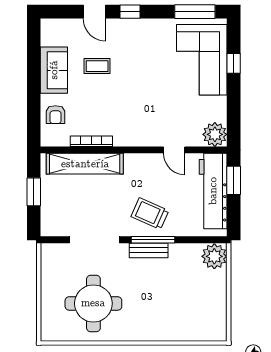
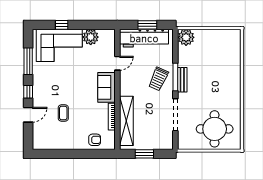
window: (195, 12) -> (28, 61), moved
sofa: (54, 70) -> (107, 87), moved, turned -90
plant: (215, 134) -> (91, 37), moved
window: (234, 180) -> (147, 25), moved
round table: (93, 303) -> (215, 129), moved

